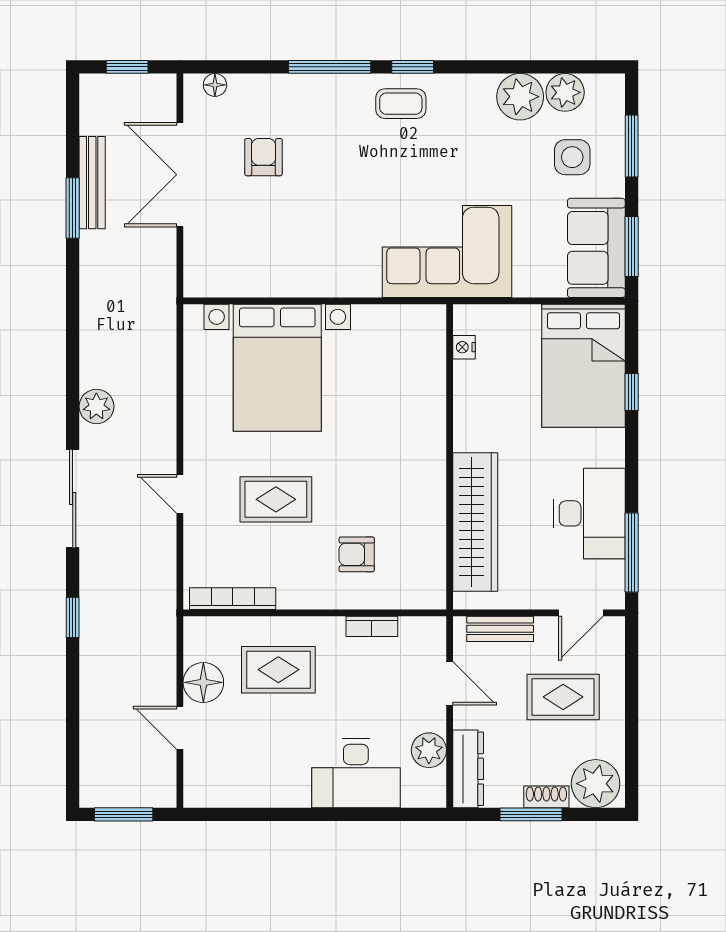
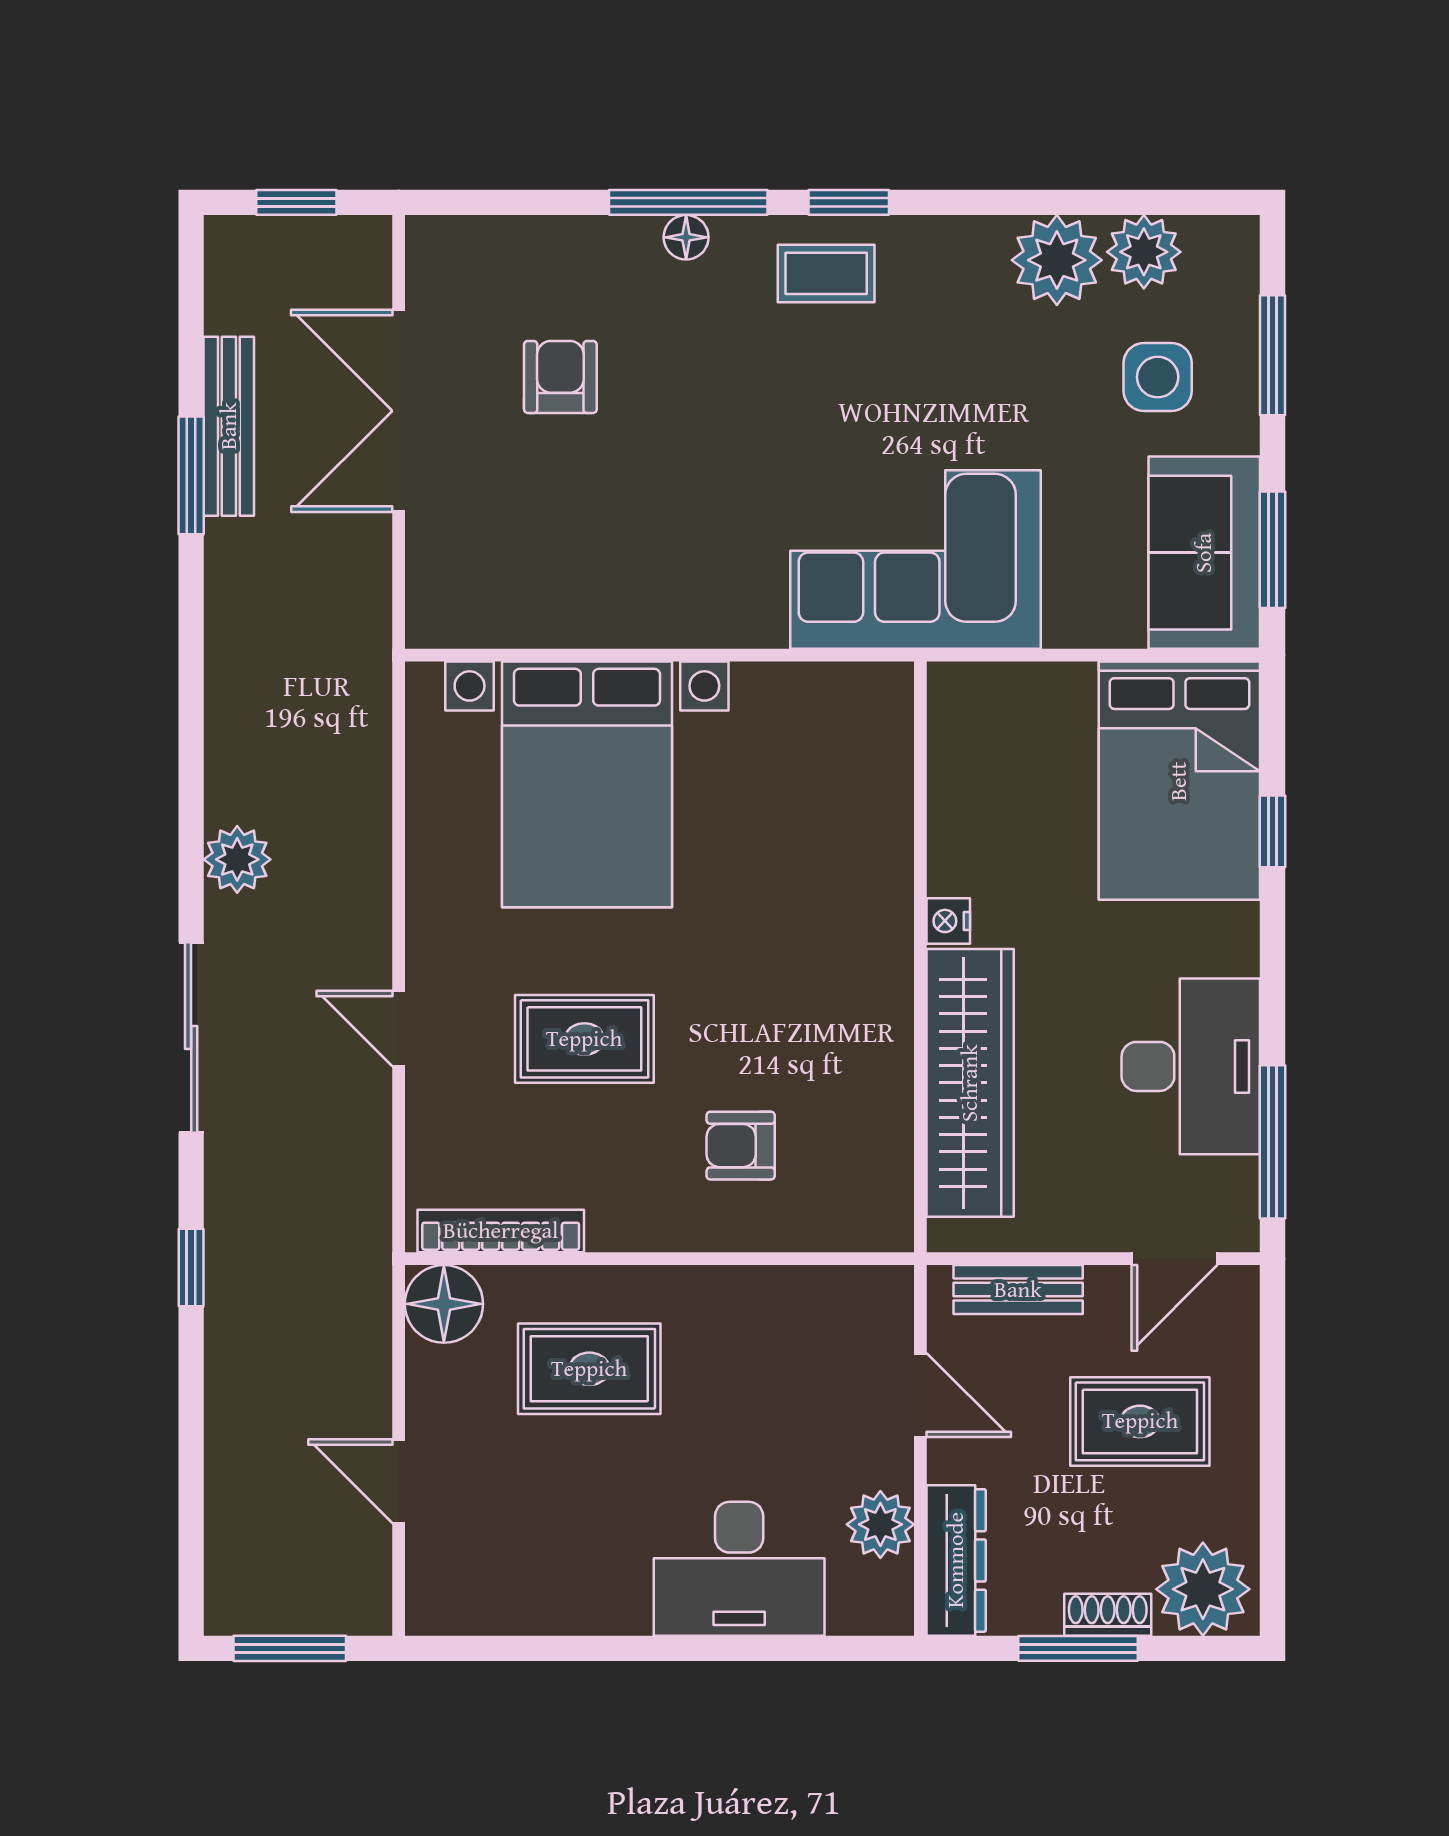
floor lamp: (215, 85) -> (686, 237), moved
nightstand: (464, 347) -> (948, 921), moved
bookcase: (372, 626) -> (770, 1285), removed
floor lamp: (203, 682) -> (444, 1304), moved

